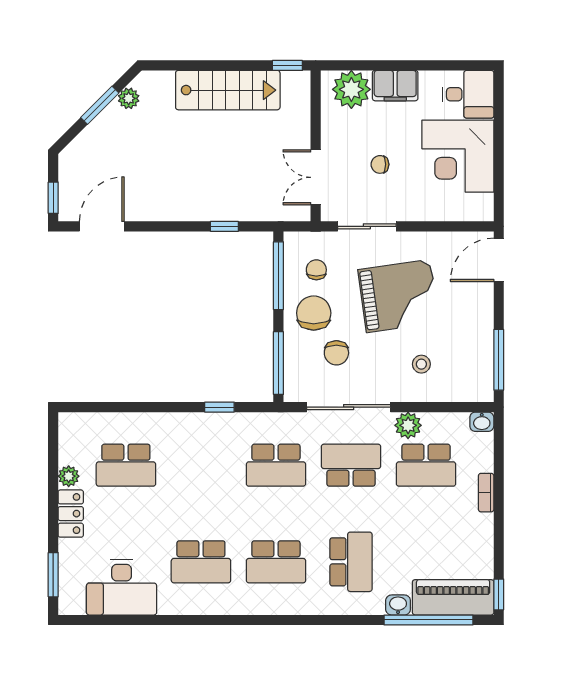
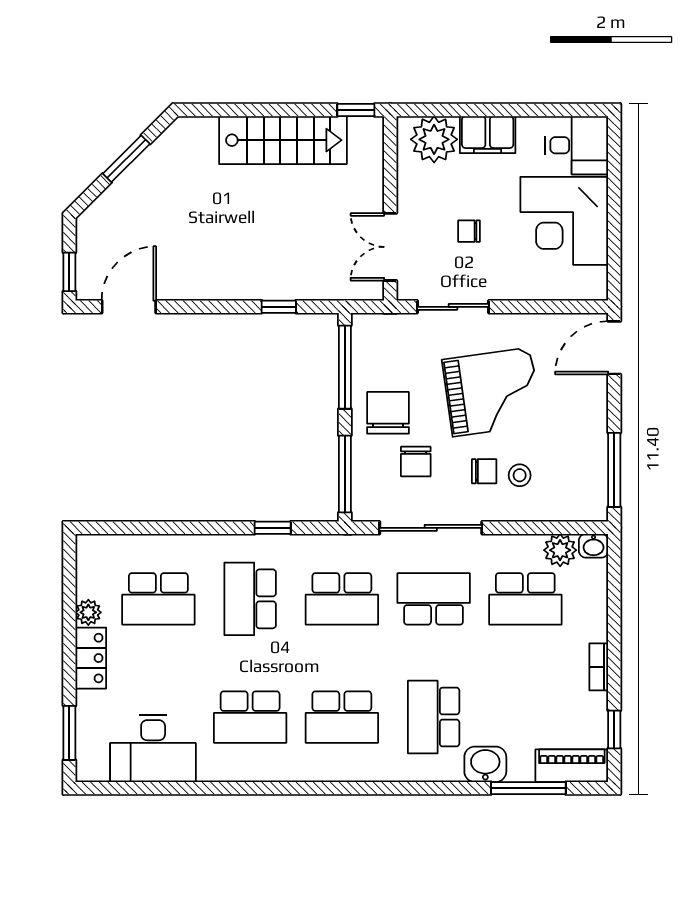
plant: (129, 98) -> (162, 150), removed
chair: (316, 270) -> (484, 471), moved, turned 90
plant: (408, 425) -> (560, 550), moved
school desk: (201, 465) -> (250, 599), added
bookcase: (486, 493) -> (599, 667), moved
school desk: (351, 562) -> (434, 717), turned 180
window: (499, 594) -> (614, 729), moved
piano: (453, 597) -> (572, 766), width x0.73, depth x0.75
washbasin: (398, 605) -> (485, 764), width x1.38, depth x1.45
window: (428, 620) -> (528, 788), width x0.68

